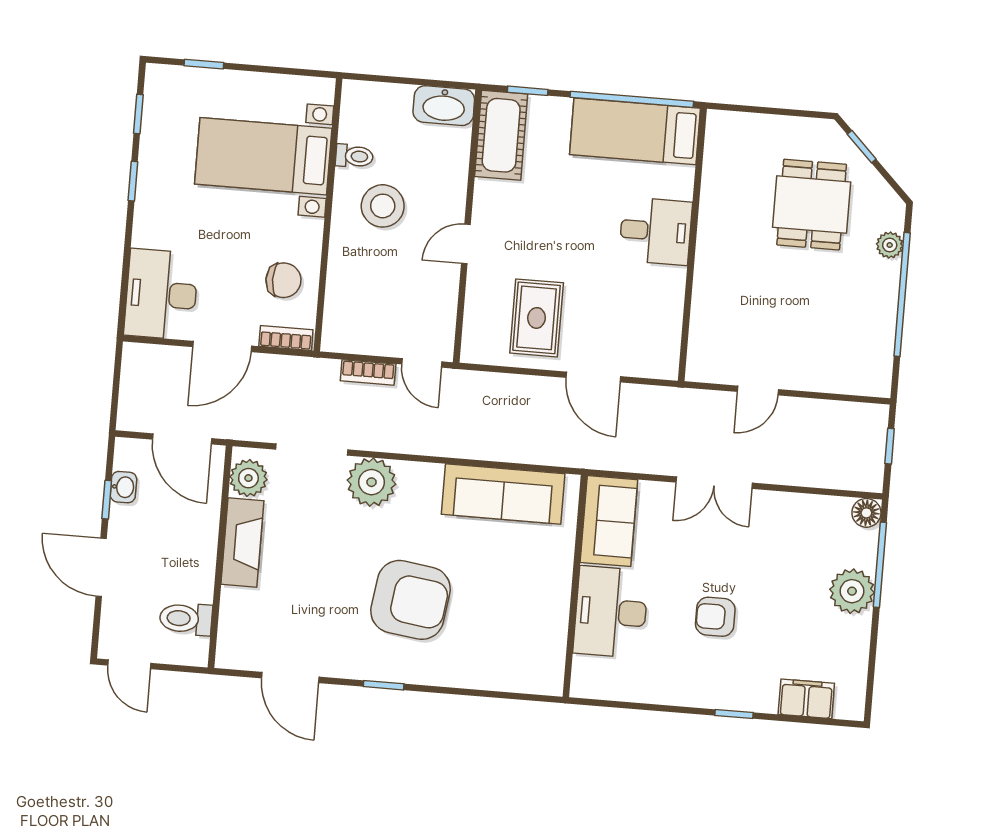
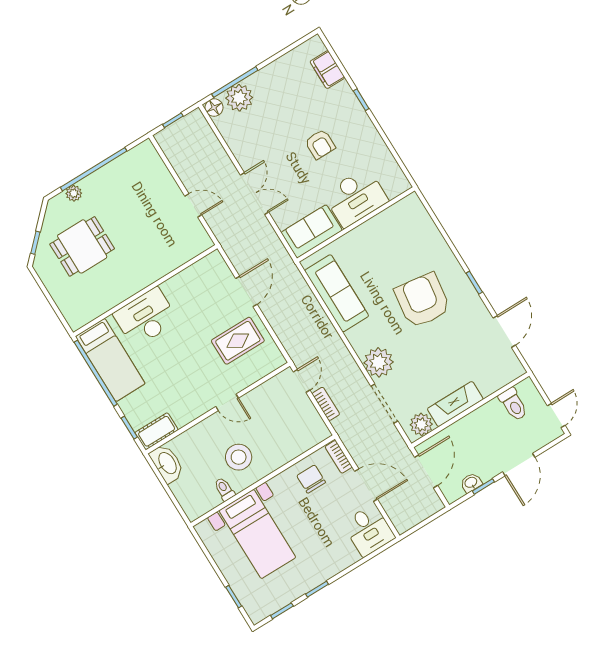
cot: (501, 135) -> (157, 431), width x0.73, depth x0.75
desk: (656, 231) -> (146, 317), width x1.37
desk: (161, 294) -> (369, 530), width x0.73
plant: (852, 591) -> (239, 98), moved

